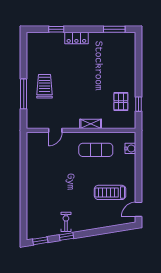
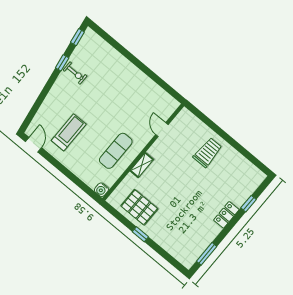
trolley: (45, 86) -> (208, 152), turned -90
window: (24, 94) -> (216, 129), removed
pallet: (121, 102) -> (139, 207), width x1.50, depth x1.42
window: (139, 104) -> (140, 234), moved
water cooler: (130, 148) -> (101, 190), moved

